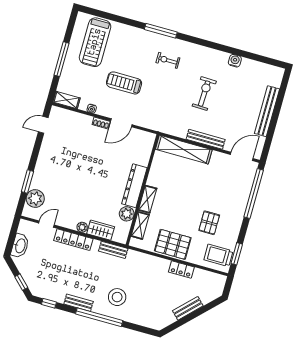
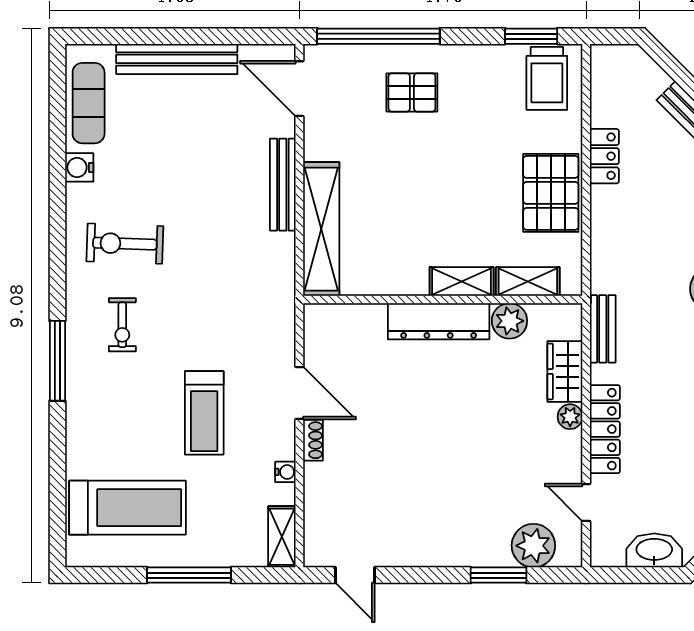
exercise mat: (259, 71) -> (89, 103), added
exercise bike: (204, 94) -> (125, 244), moved
pallet: (209, 223) -> (412, 92), moved

